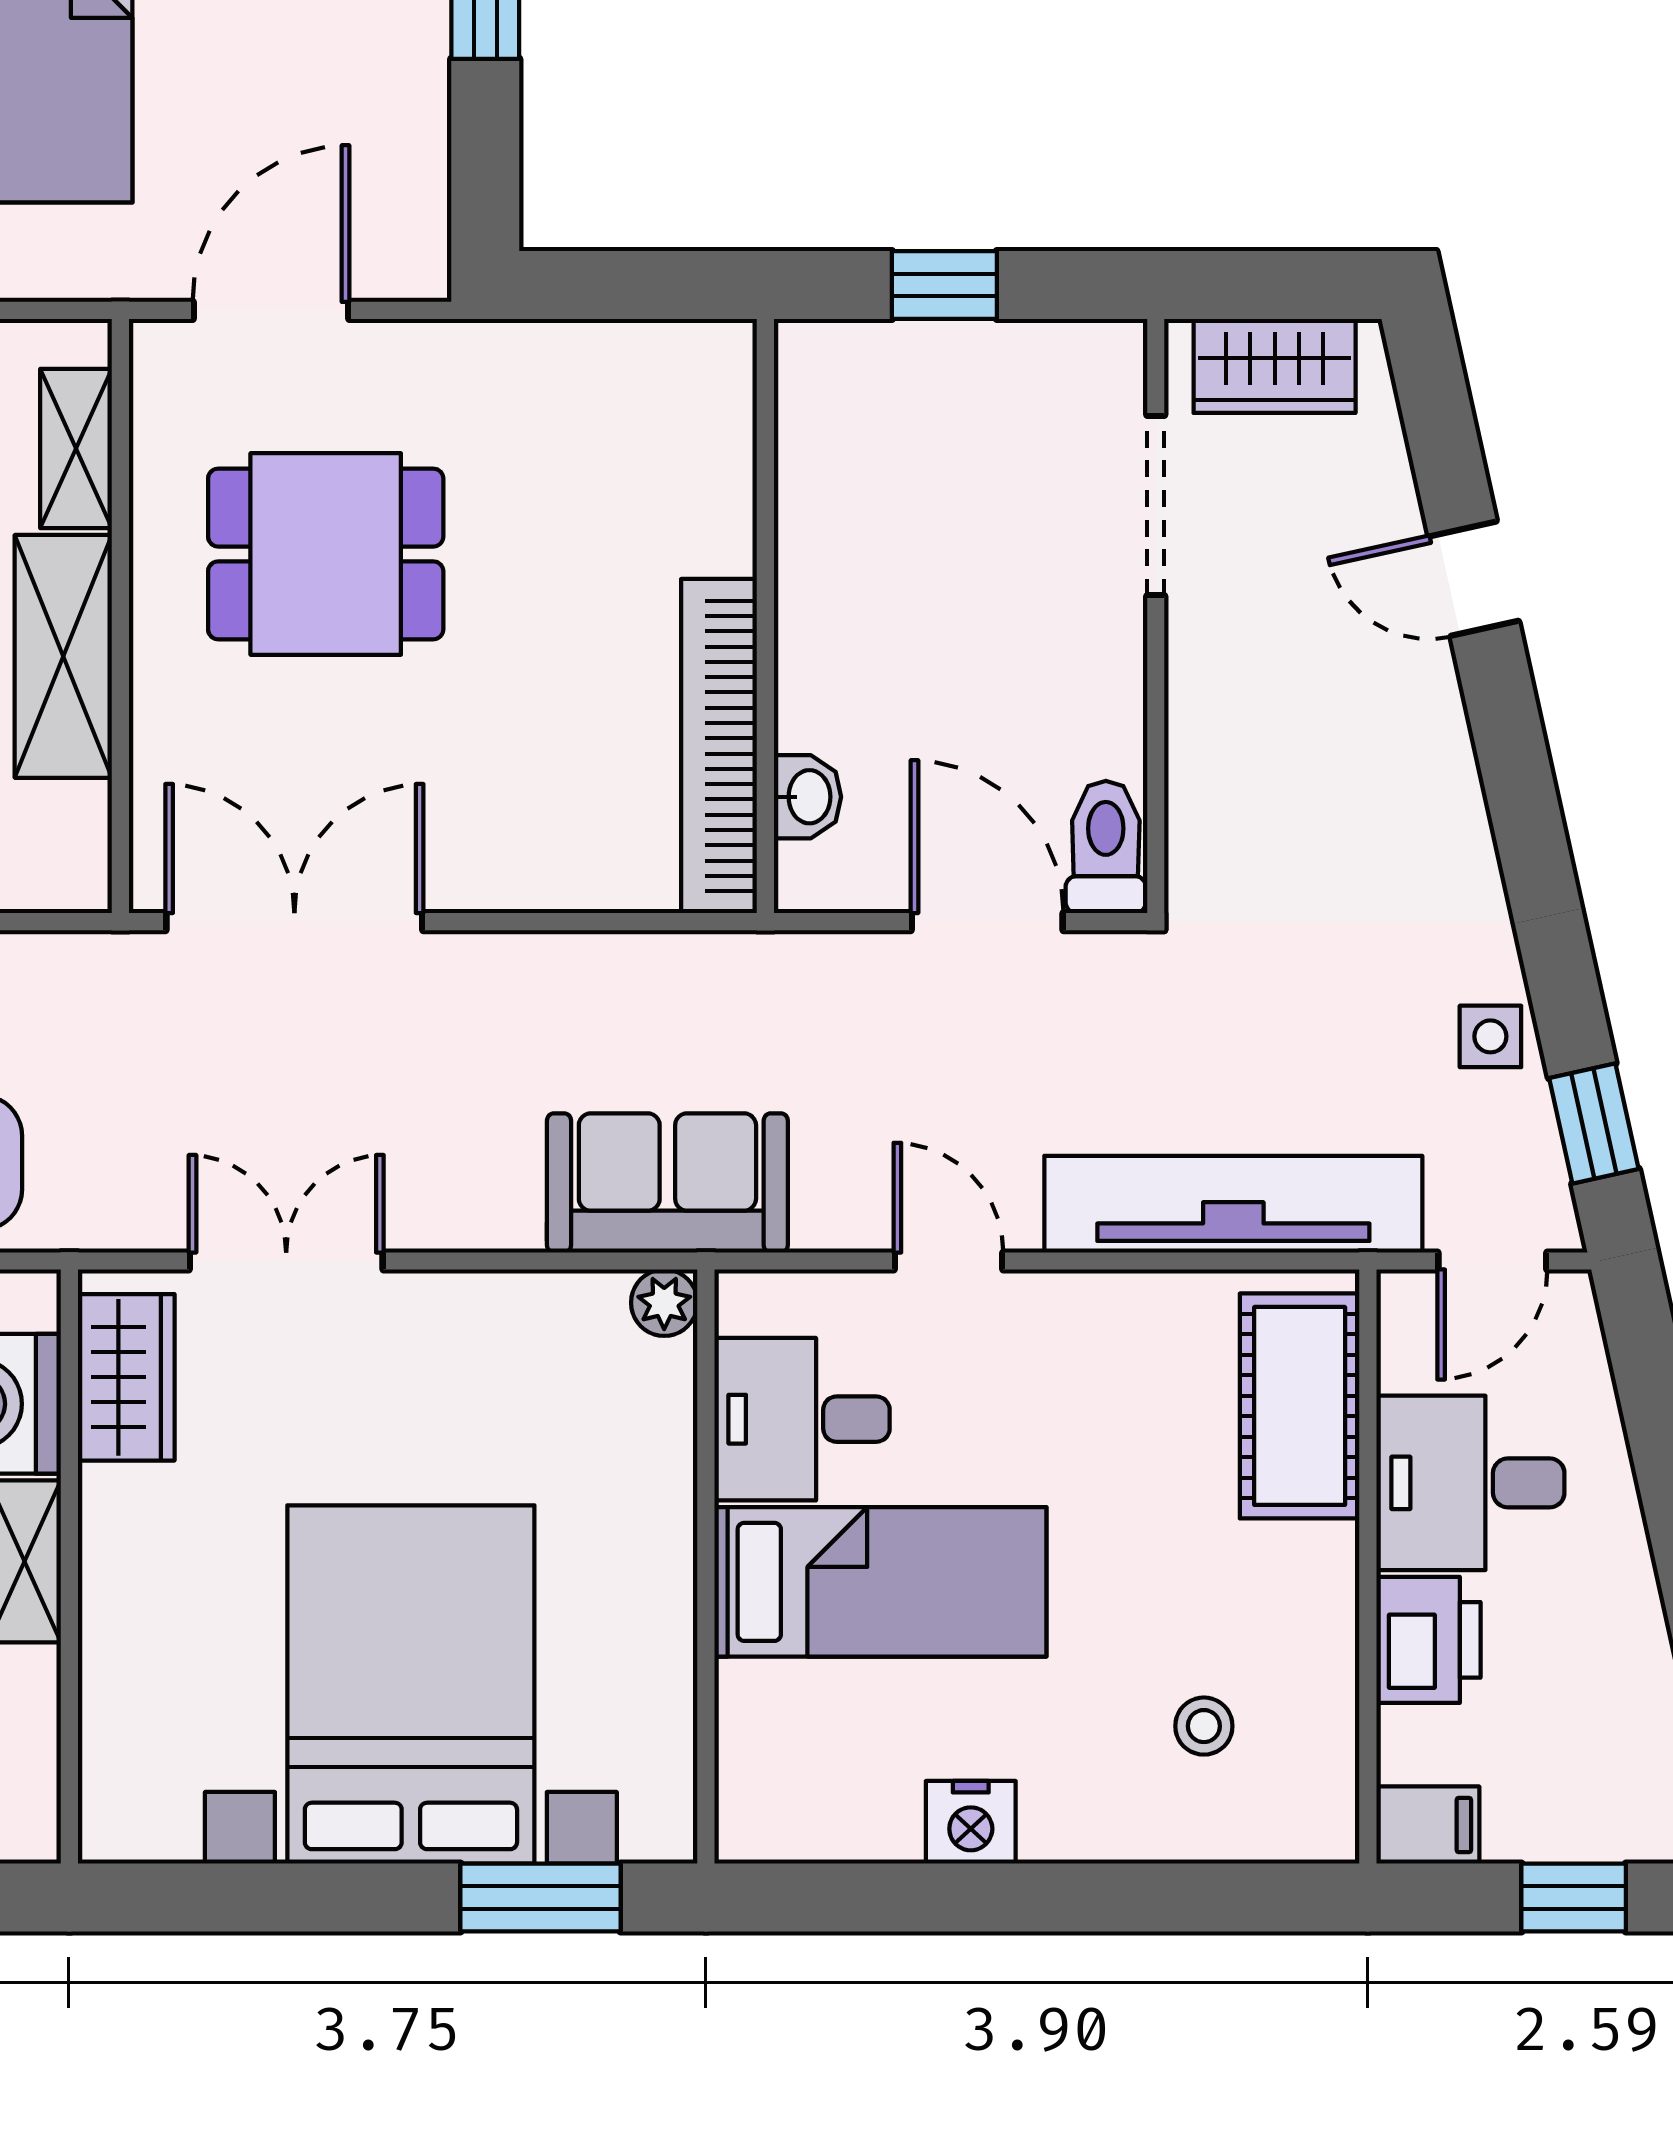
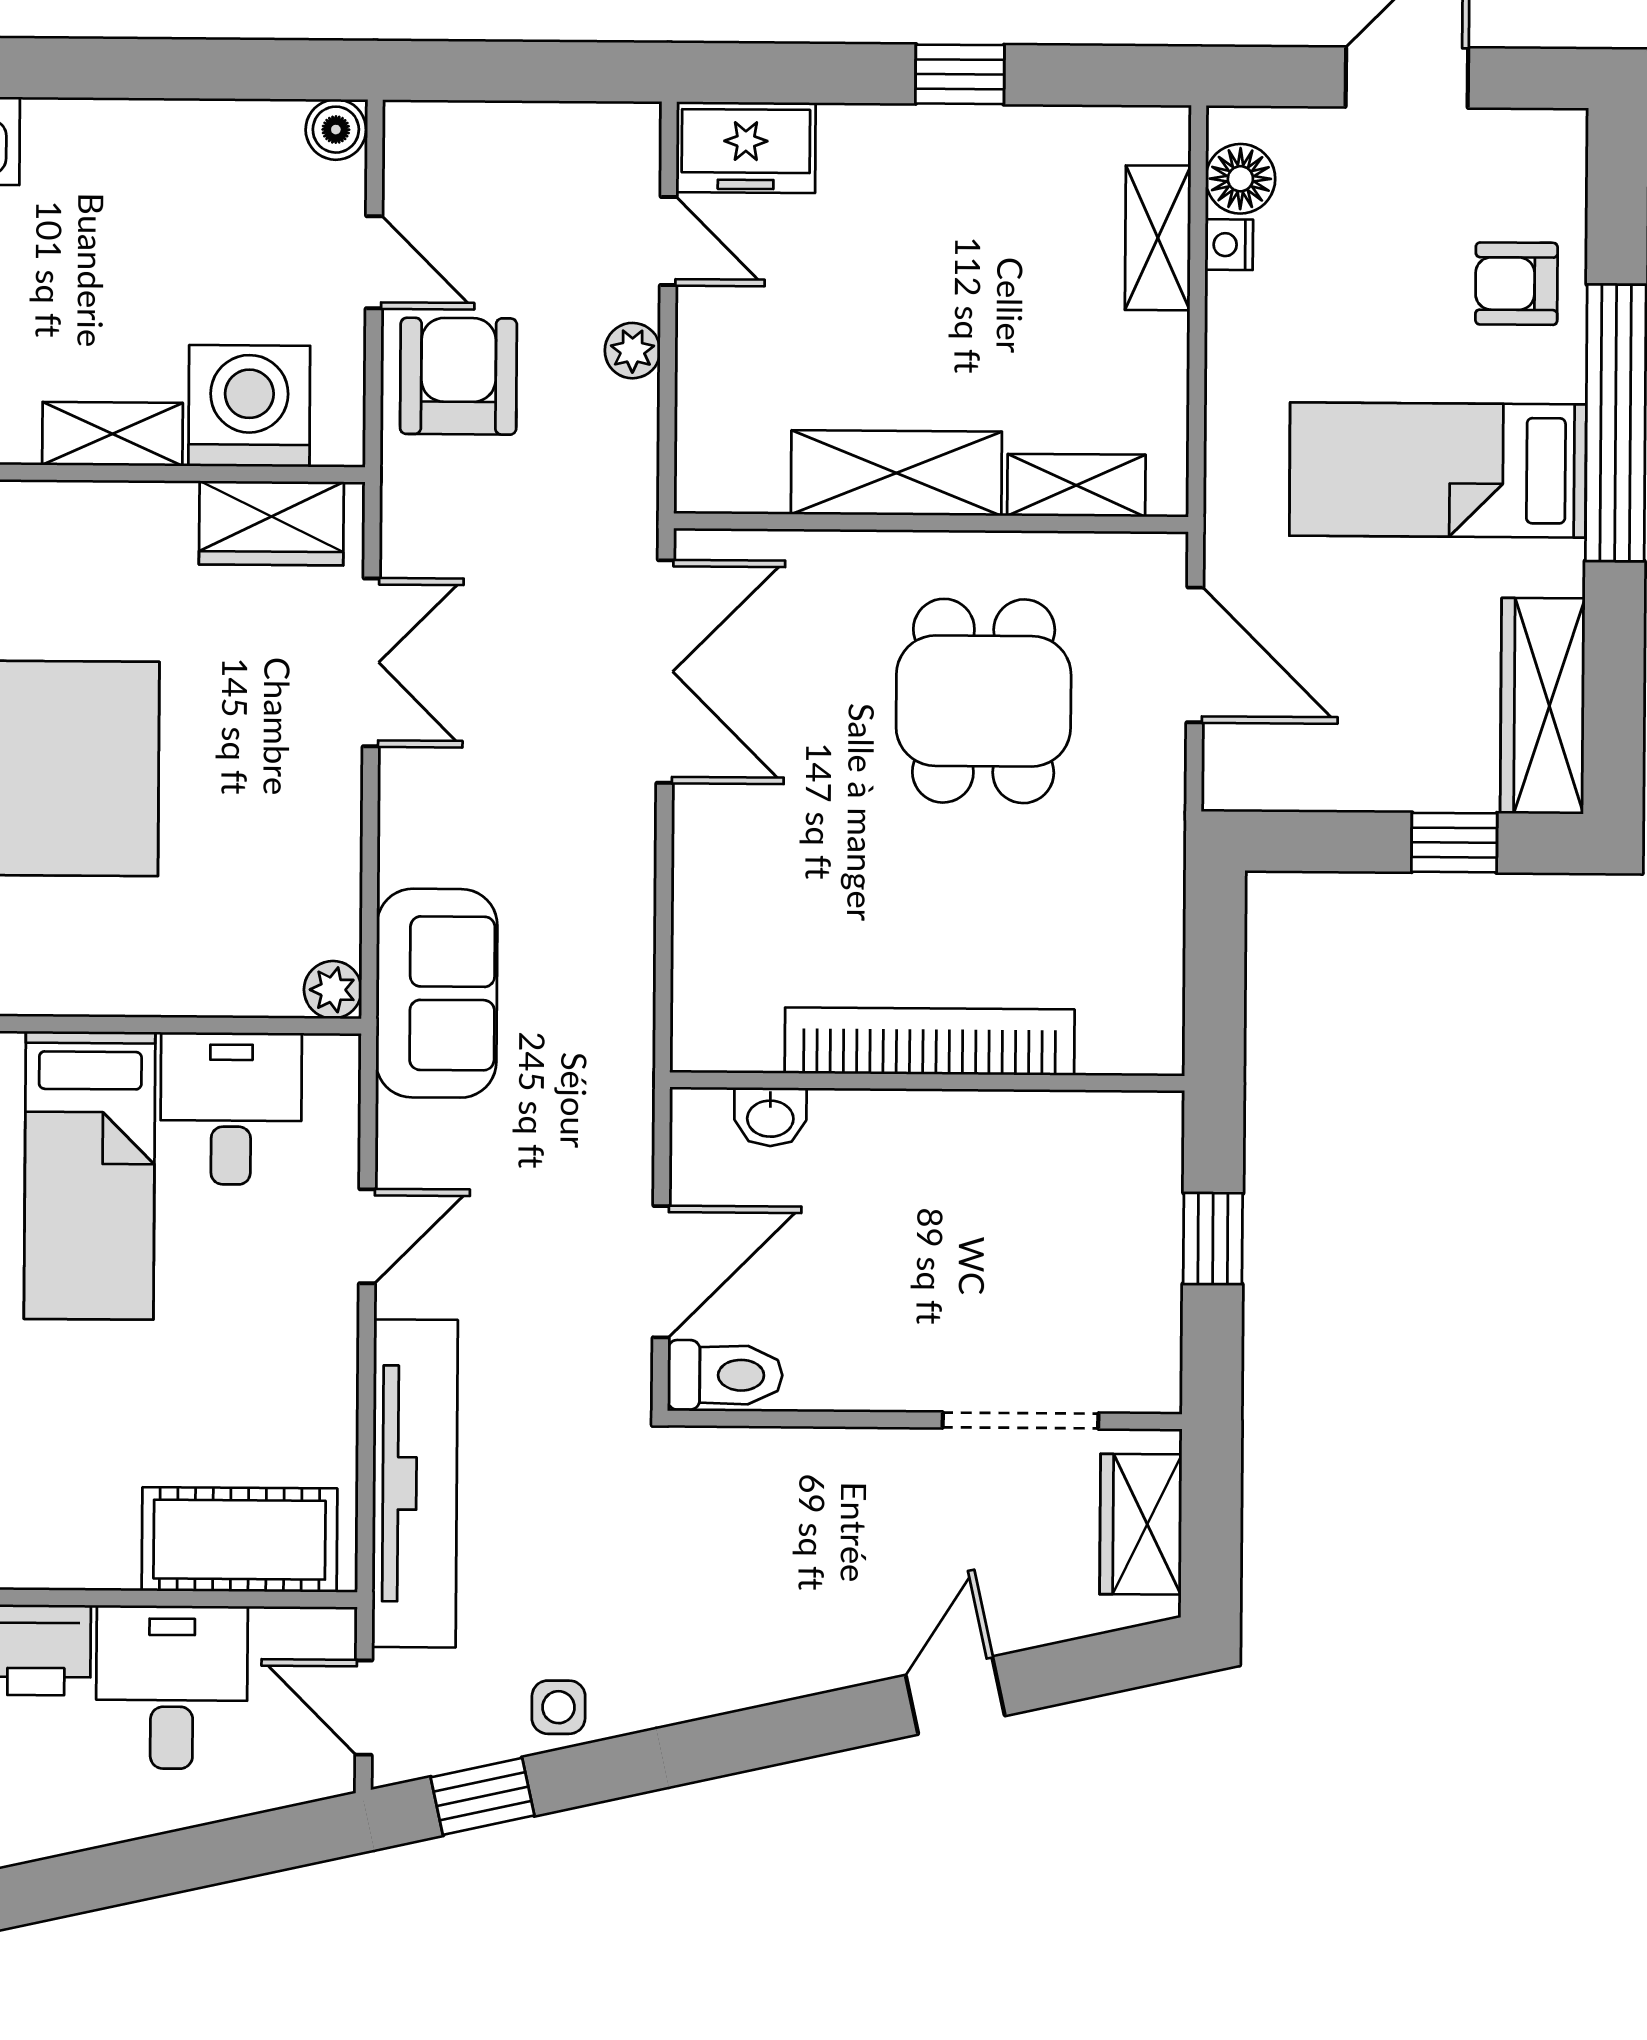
bookcase: (719, 746) -> (930, 1041), moved

